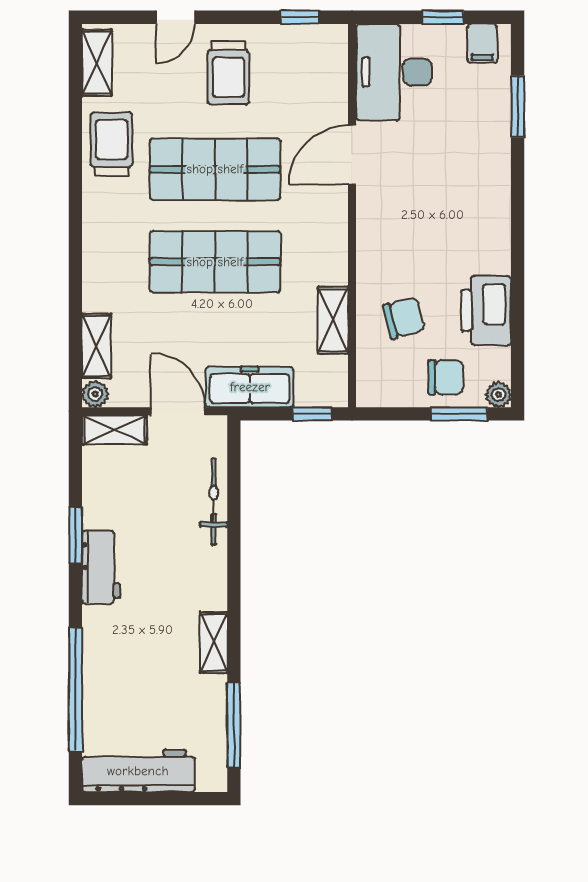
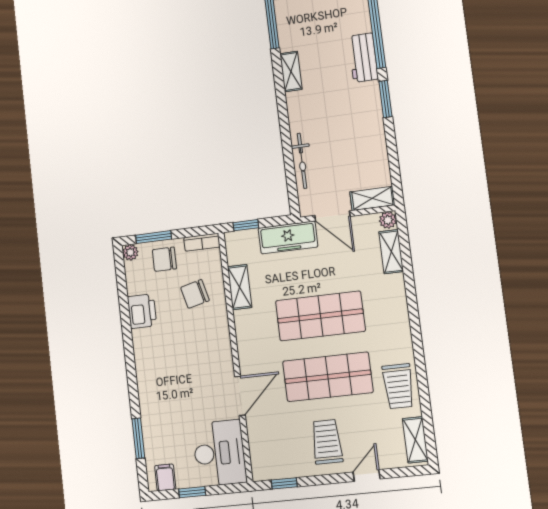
printer: (486, 311) -> (142, 311), width x0.73, depth x0.84
bookcase: (384, 396) -> (202, 242), added
window: (75, 535) -> (385, 99), moved
workbench: (101, 567) -> (363, 58), moved

